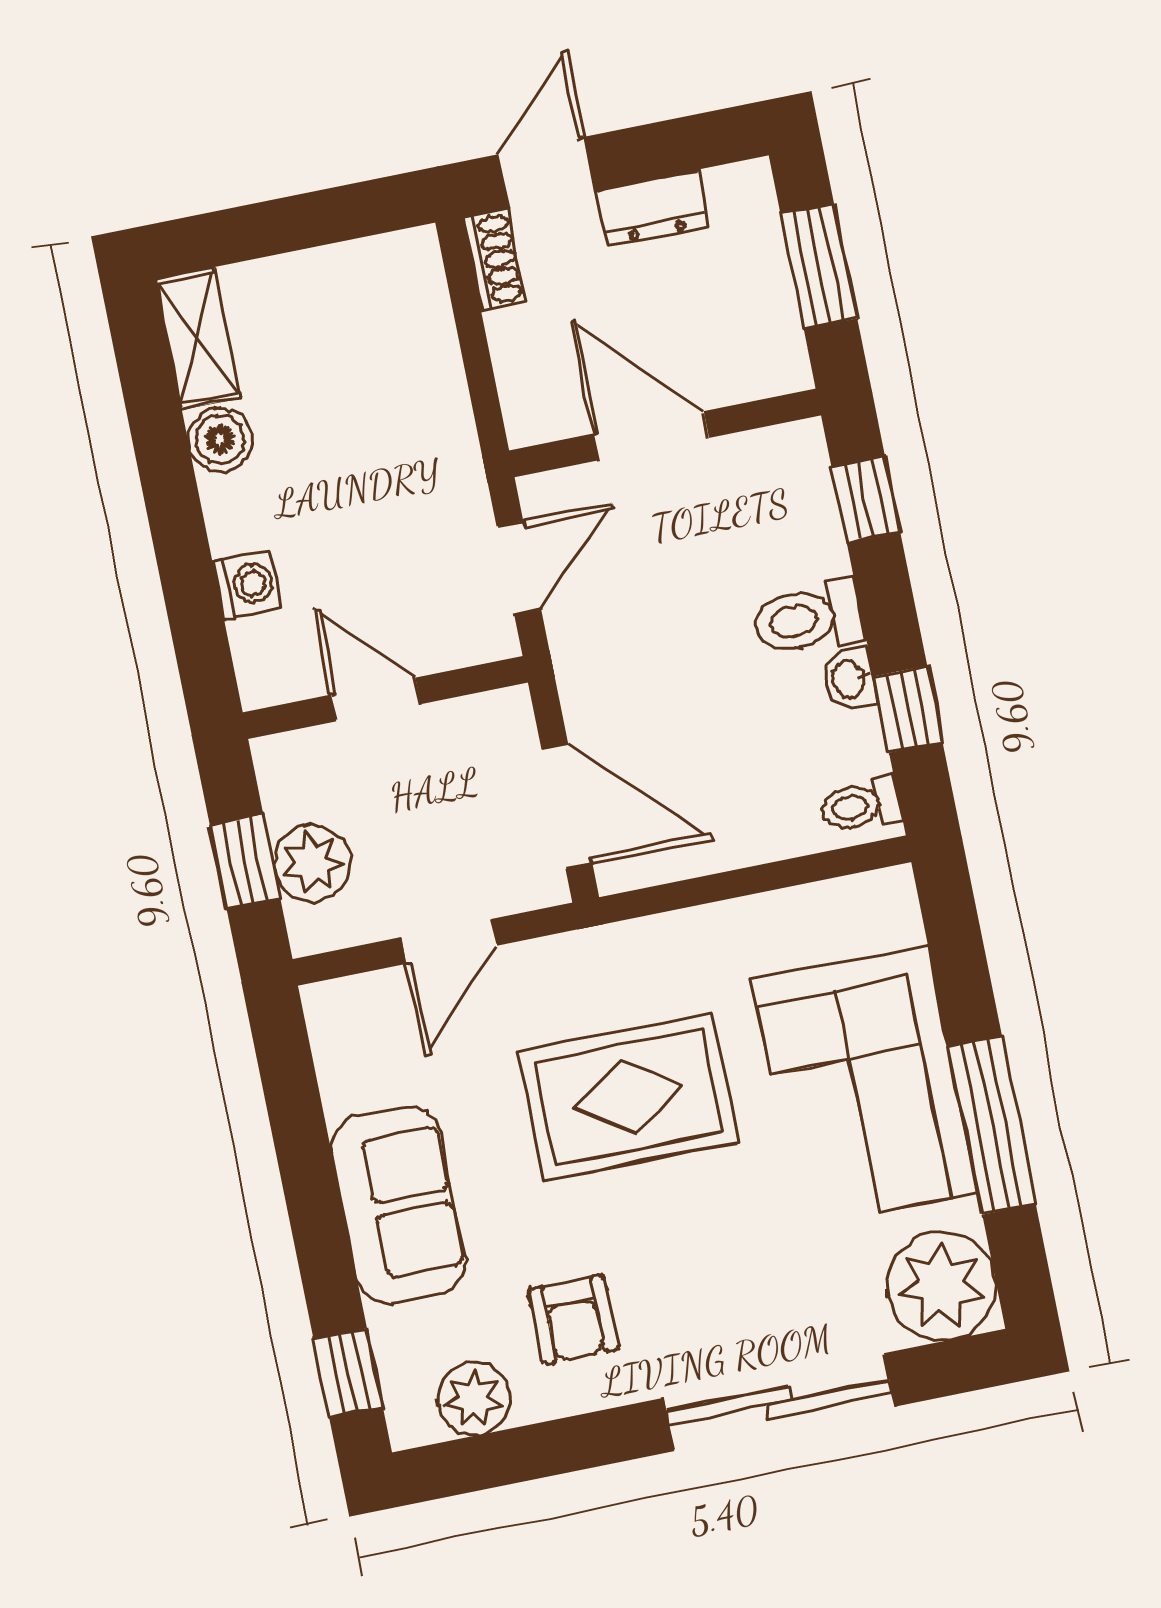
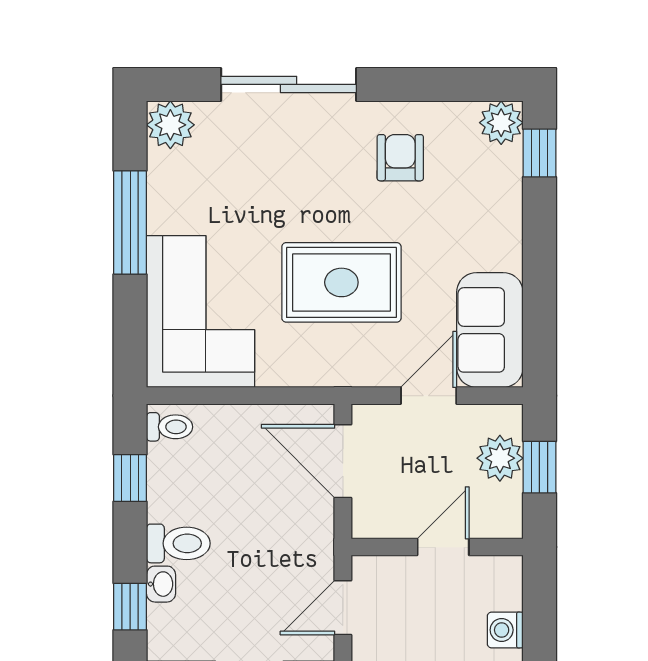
washbasin: (850, 679) -> (161, 584), moved
door: (376, 699) -> (443, 547), swing flipped
corner sofa: (865, 1087) -> (201, 312), moved
sofa: (398, 1205) -> (490, 330), moved
plant: (941, 1286) -> (170, 125), width x0.73, depth x0.73
plant: (474, 1399) -> (501, 123), moved

